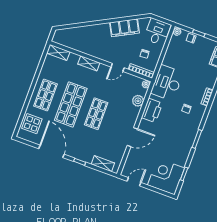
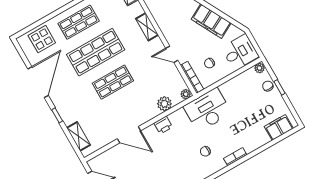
printer: (152, 110) -> (163, 125), width x0.53, depth x0.68

